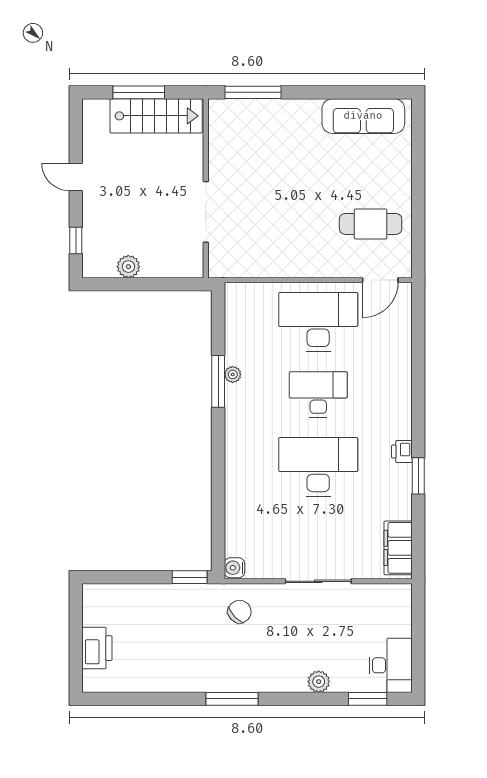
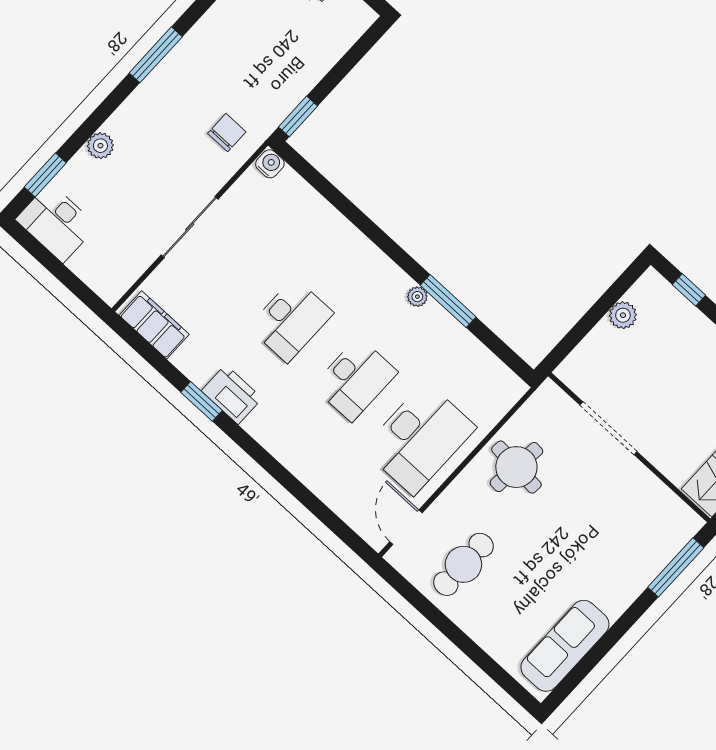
round table: (281, 246) -> (516, 467), added
plant: (233, 374) -> (417, 297), moved
printer: (402, 452) -> (232, 395), width x1.87, depth x1.48
desk: (318, 467) -> (291, 320), width x0.73, depth x0.77
chair: (240, 612) -> (227, 133), turned -136

